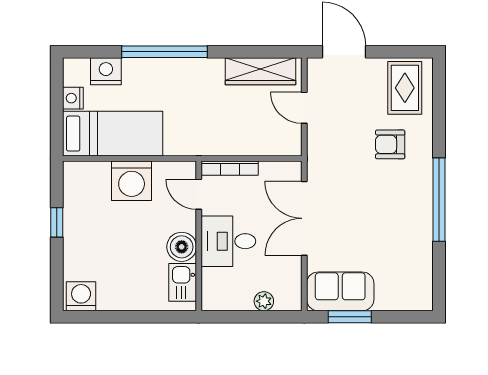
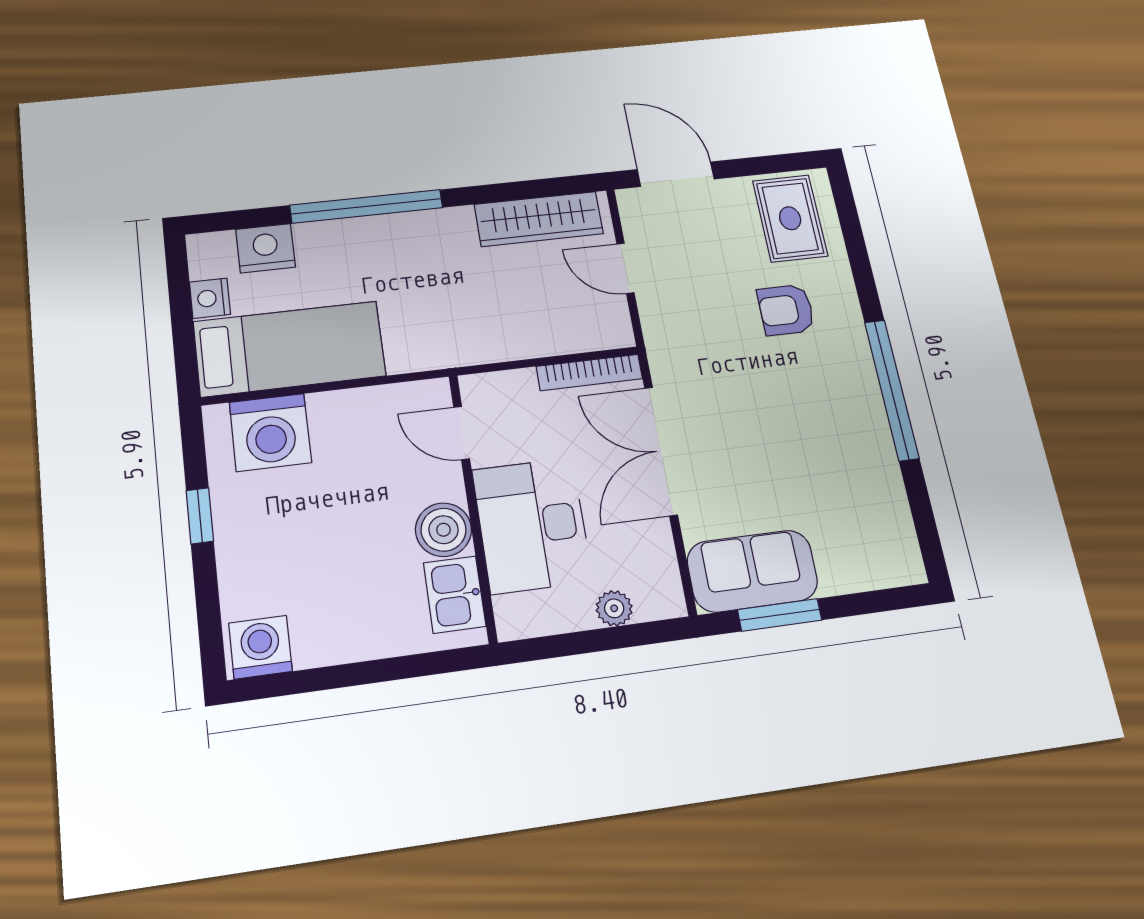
bookcase: (230, 168) -> (589, 372), moved
washing machine: (132, 181) -> (270, 432), moved
desk: (228, 241) -> (532, 525), width x1.37

